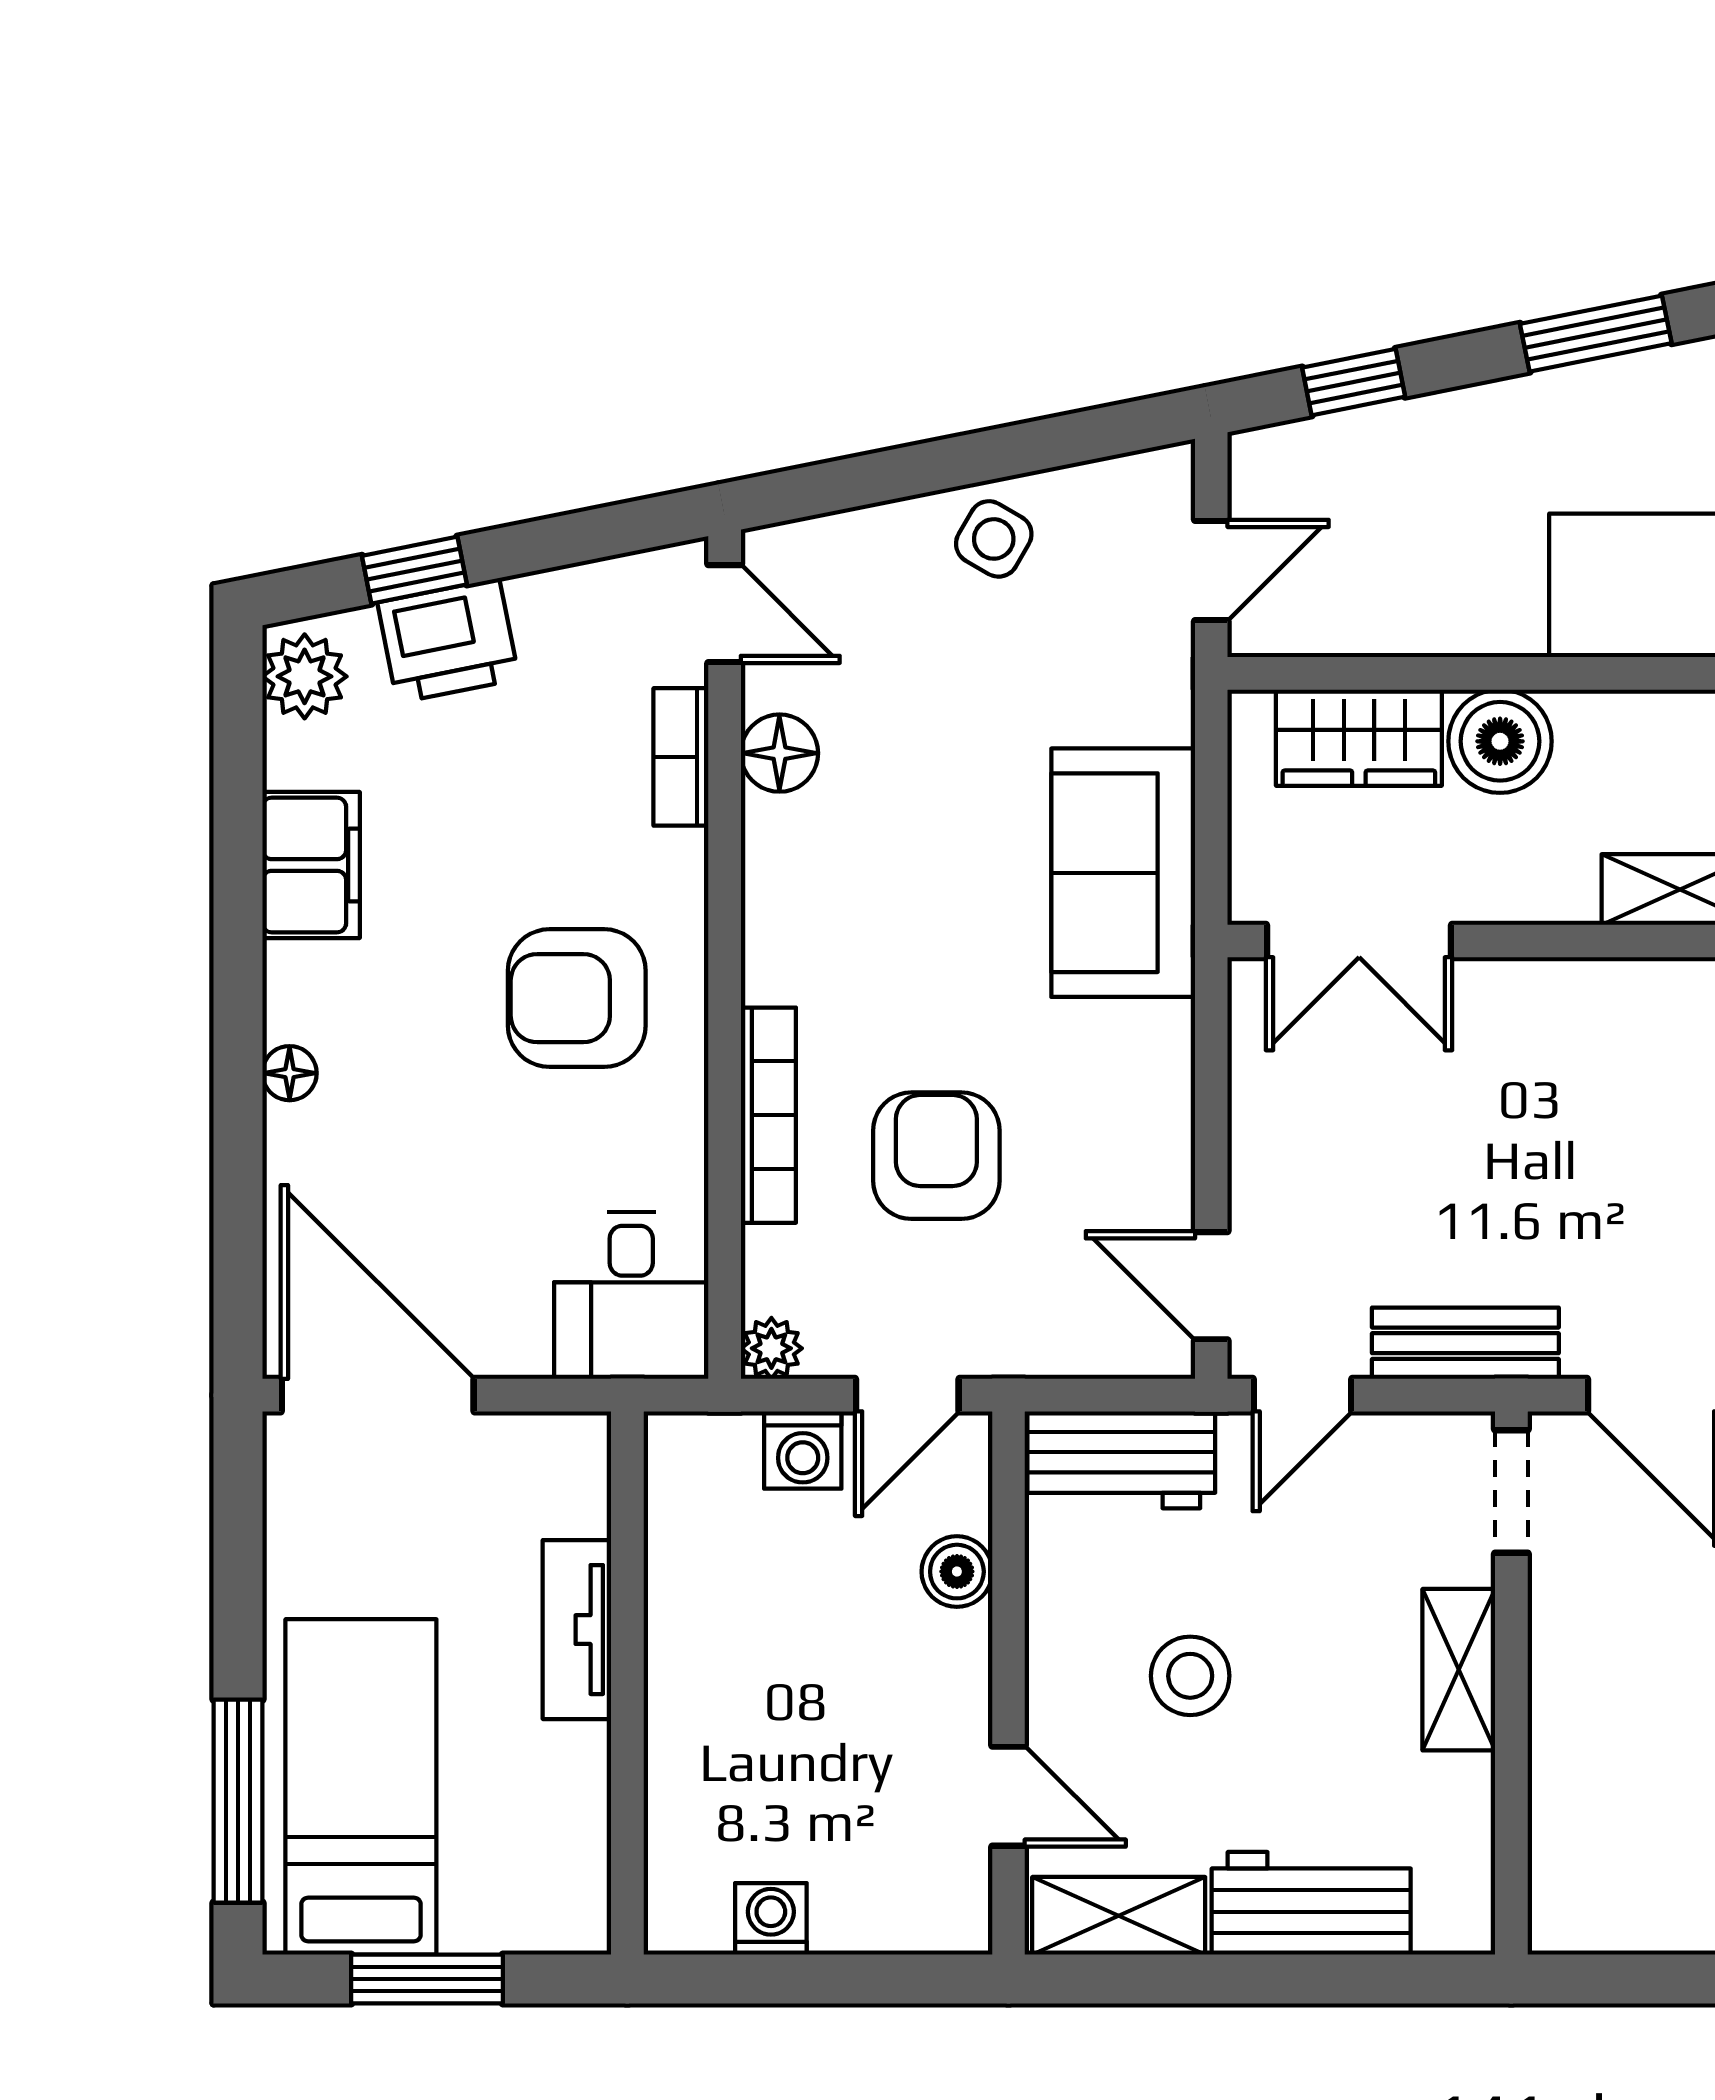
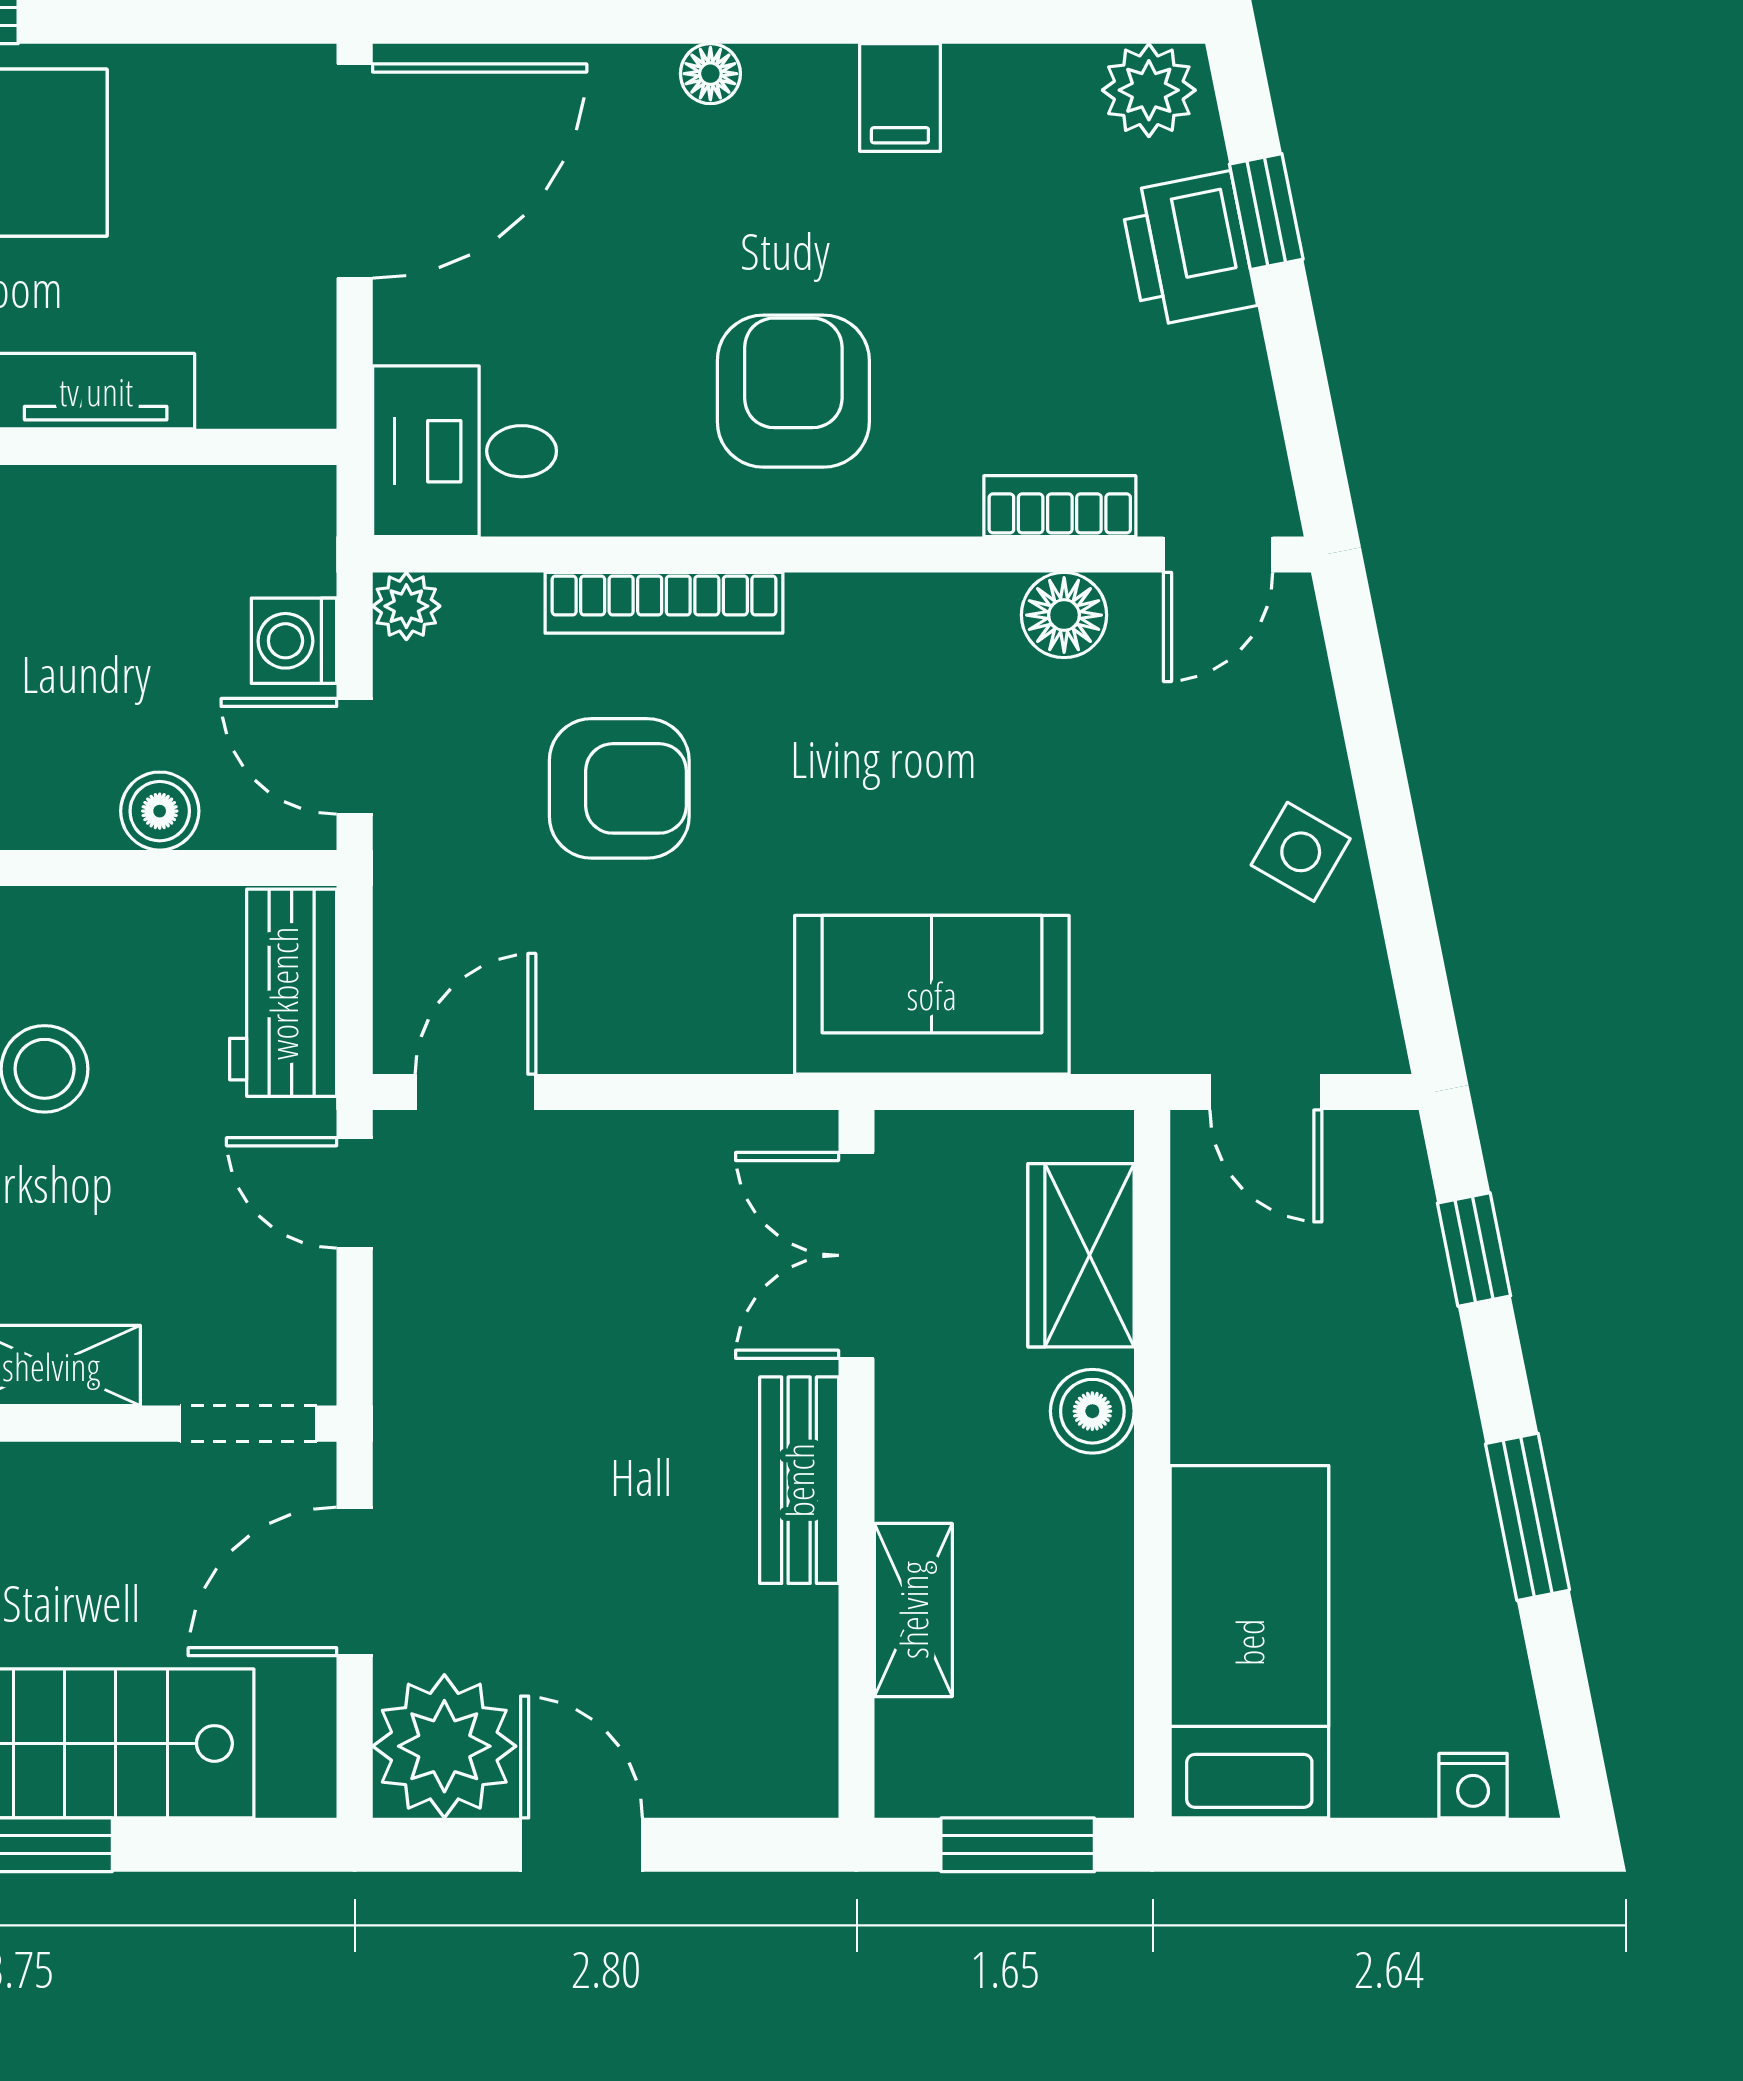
boiler: (1500, 741) -> (1092, 1411), width x0.73, depth x0.73
filing cabinet: (311, 865) -> (900, 98), width x0.50
bench: (1465, 1343) -> (799, 1480), moved

